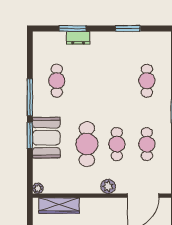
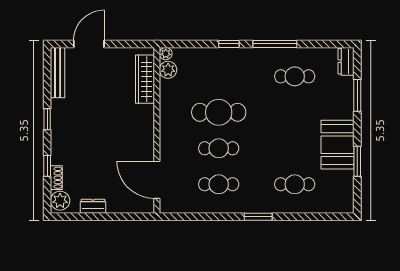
dresser: (78, 38) -> (346, 61), moved
window: (30, 136) -> (229, 44), width x0.67
booth: (46, 138) -> (337, 145), moved, turned 90
plant: (108, 186) -> (168, 70), moved

